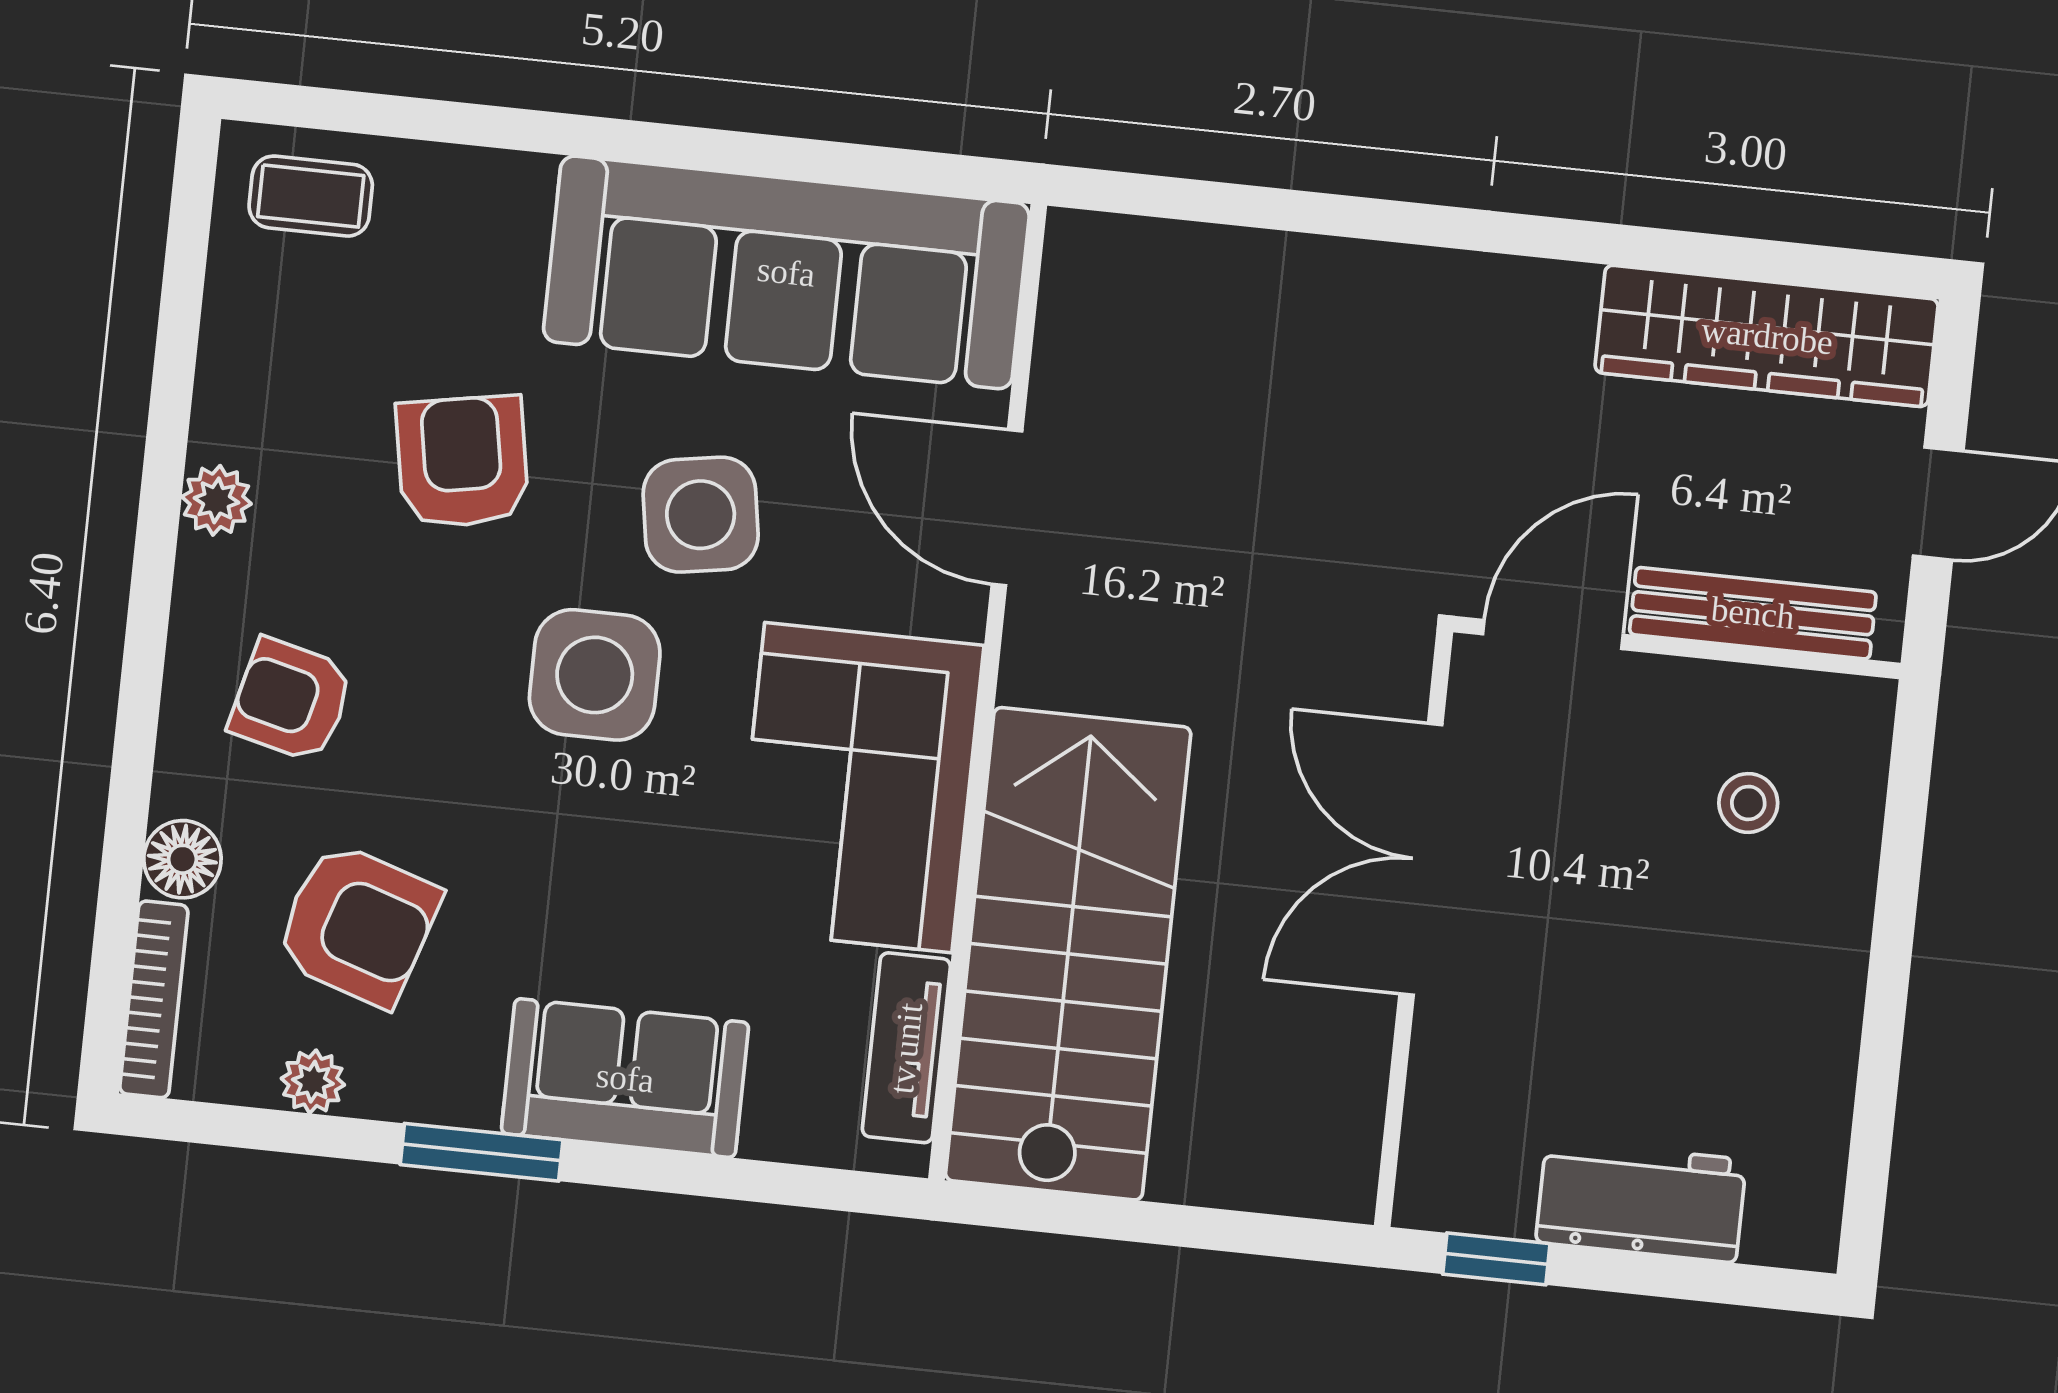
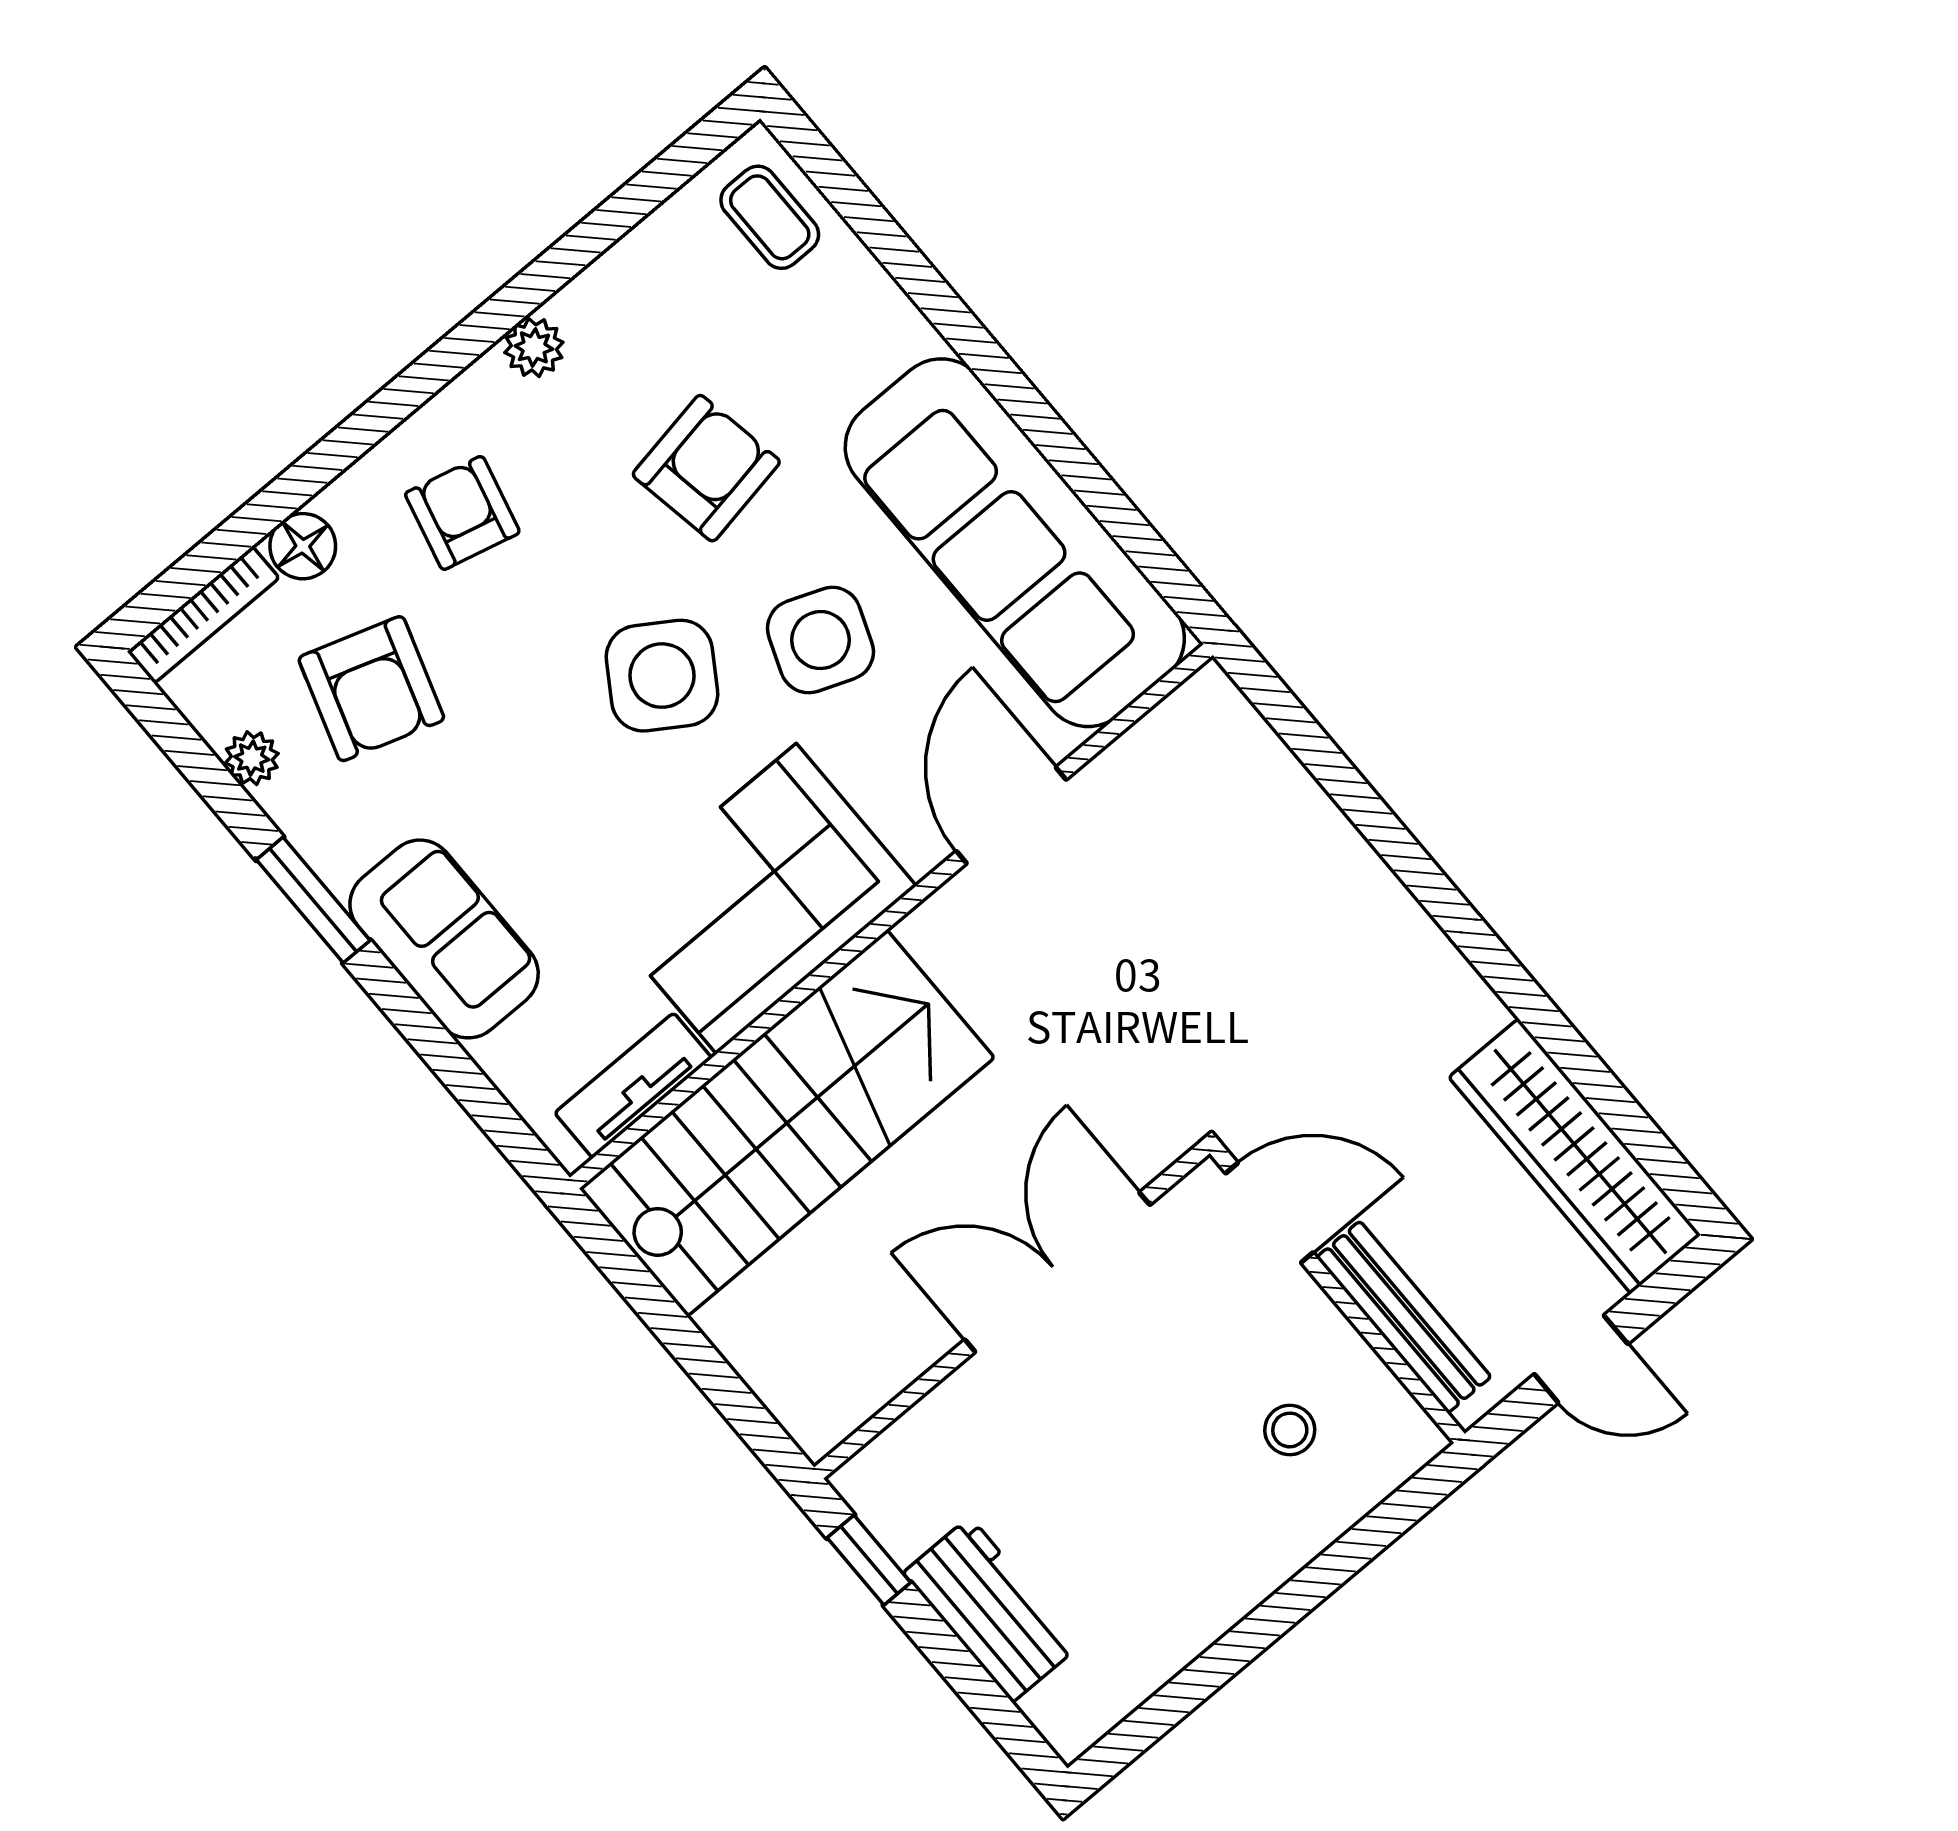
side table: (701, 515) -> (820, 640), turned 30
side table: (595, 675) -> (662, 676), turned 33

